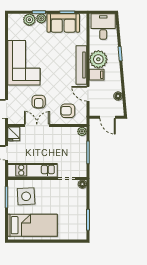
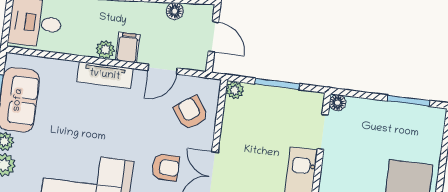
plant: (98, 59) -> (105, 50), width x0.53, depth x0.53
tv unit: (81, 65) -> (105, 75), width x0.71
armchair: (68, 111) -> (191, 113), turned 145
door: (108, 117) -> (213, 37), hinge flipped

